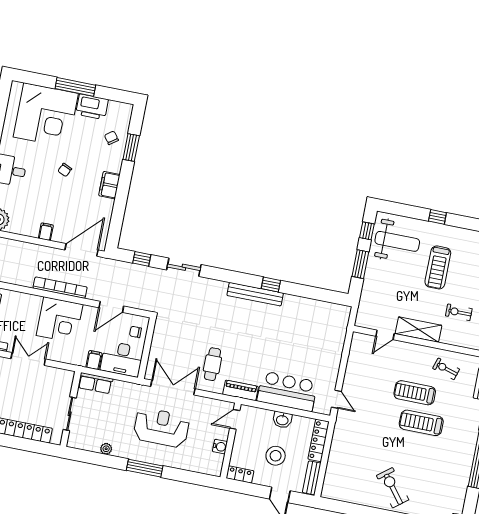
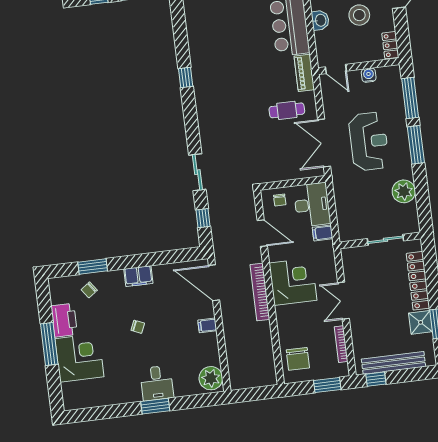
corner desk: (46, 115) -> (79, 358), width x0.74, depth x0.74
bench: (255, 294) -> (201, 90), removed
row of seats: (95, 383) -> (346, 224), removed
reception desk: (161, 428) -> (369, 141), turned 180
plant: (106, 449) -> (404, 191), width x1.87, depth x1.87
window: (188, 477) -> (410, 98), added

